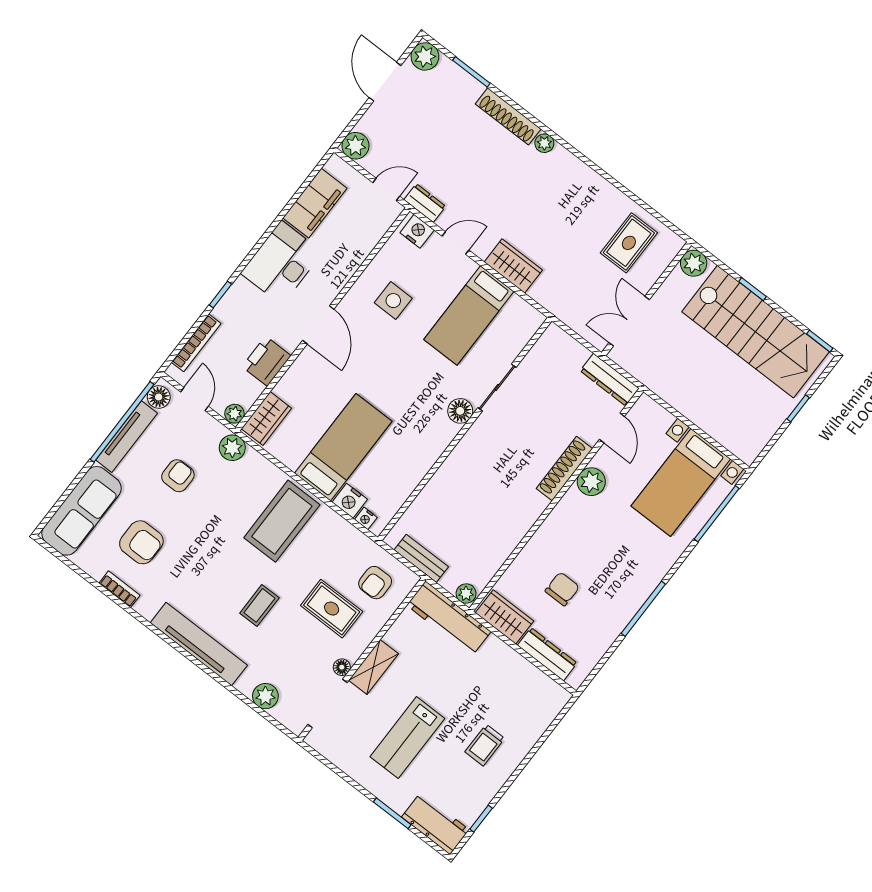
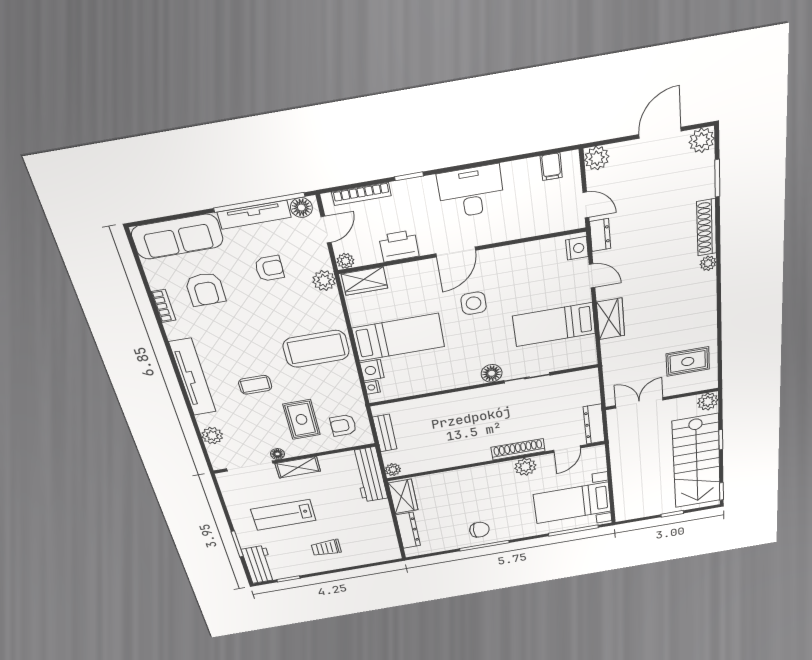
filing cabinet: (315, 203) -> (551, 167), width x0.33, depth x0.86
side table: (393, 301) -> (474, 303), moved
chair: (562, 589) -> (479, 530), moved

